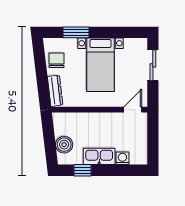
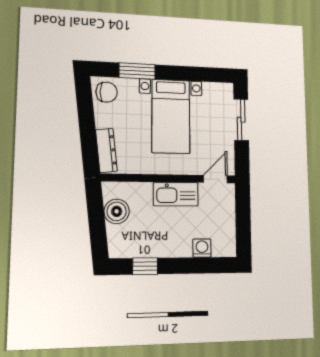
chair: (56, 60) -> (107, 92), moved, turned 90
boiler: (64, 145) -> (117, 211), moved
kitchen sink: (99, 156) -> (176, 194), moved, turned 180

